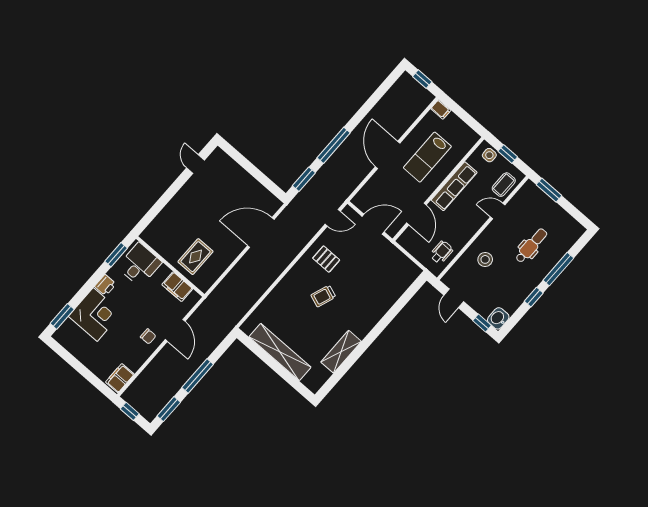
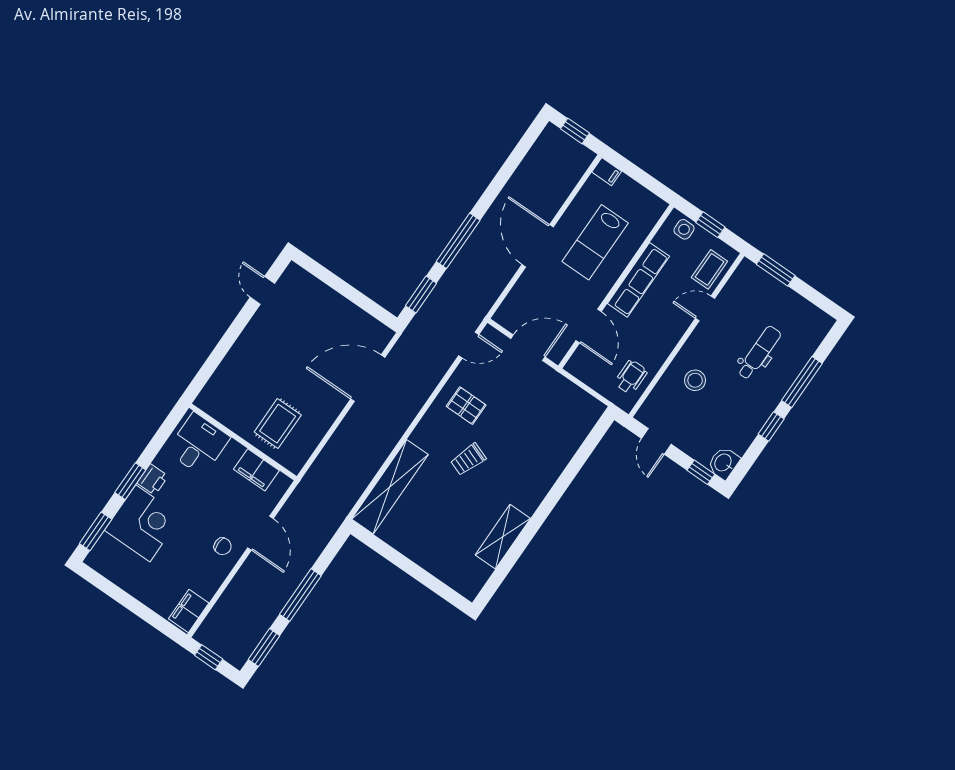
window: (116, 255) -> (130, 481), moved
shelving: (280, 352) -> (390, 487), moved, turned 90

